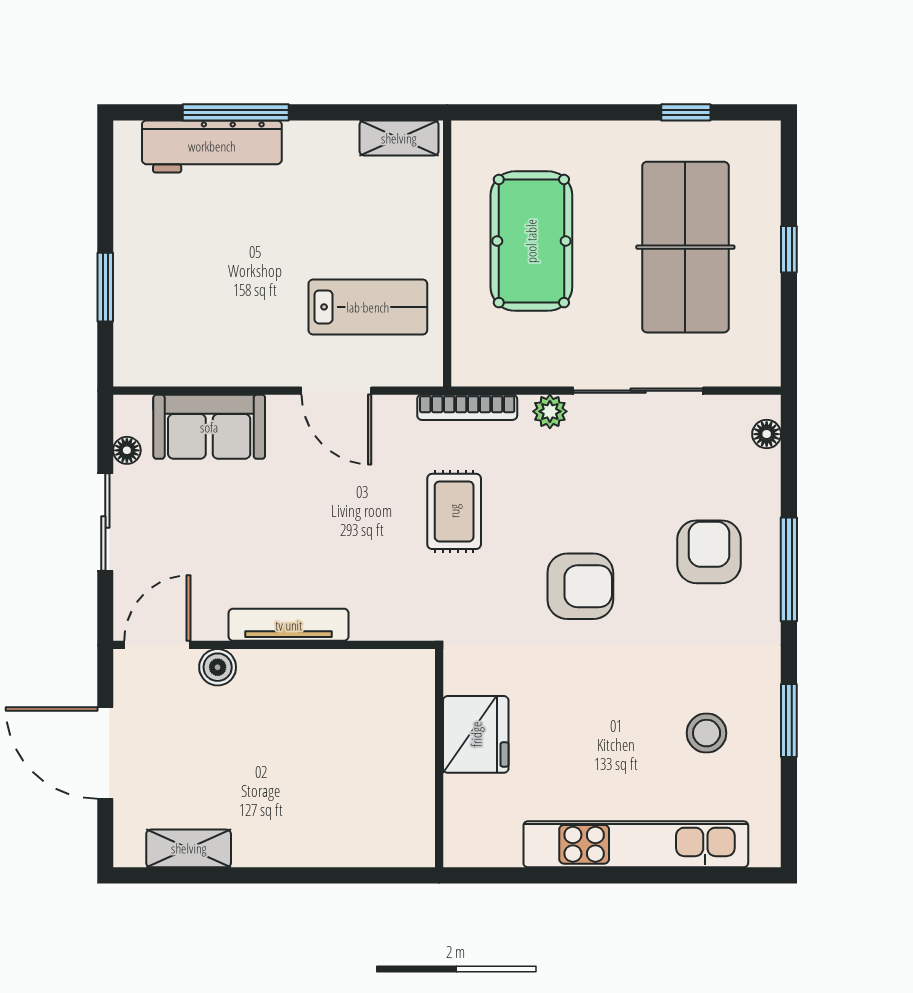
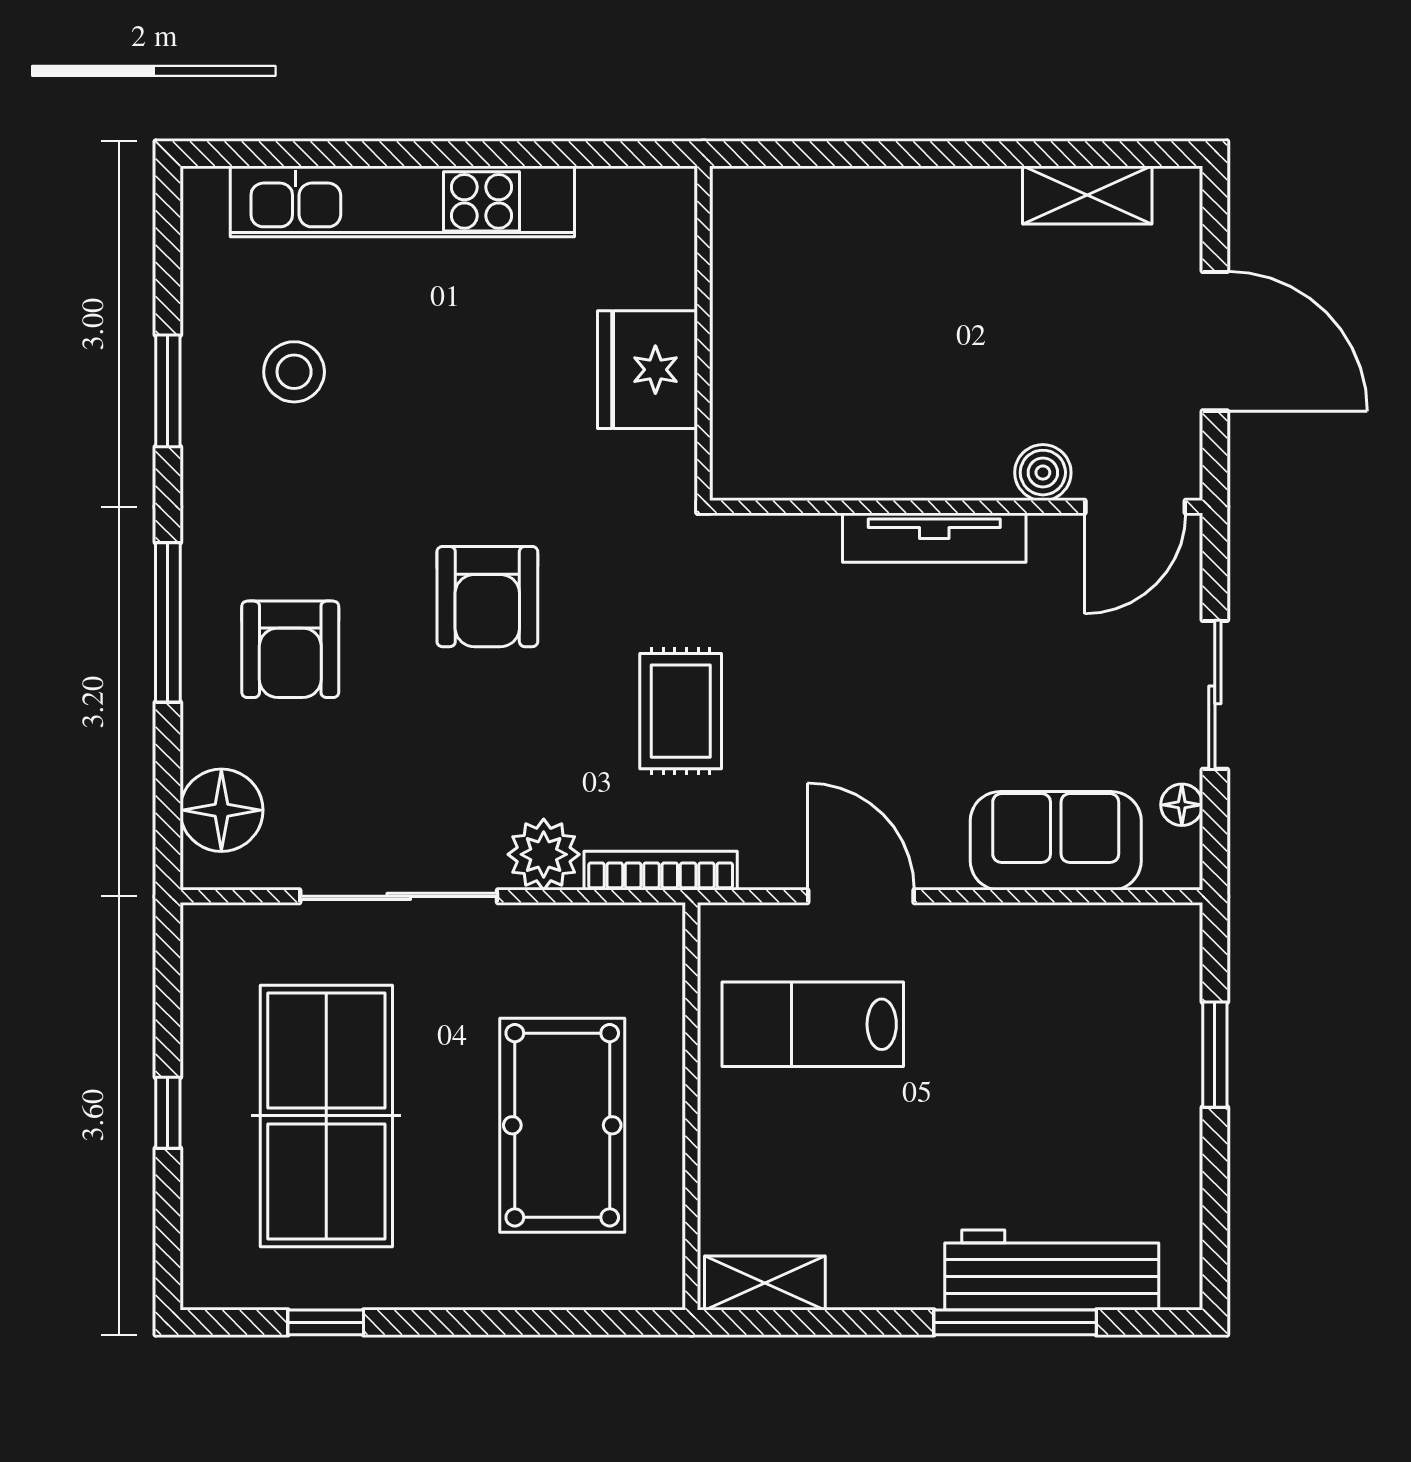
plant: (550, 411) -> (544, 854), width x1.38, depth x1.38
floor lamp: (767, 434) -> (221, 810), width x1.89, depth x1.89
armchair: (580, 586) -> (487, 597), turned -90

